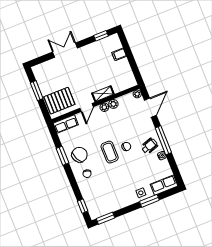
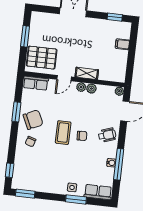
window: (163, 140) -> (119, 164), moved
wheelchair: (149, 146) -> (107, 135), moved

